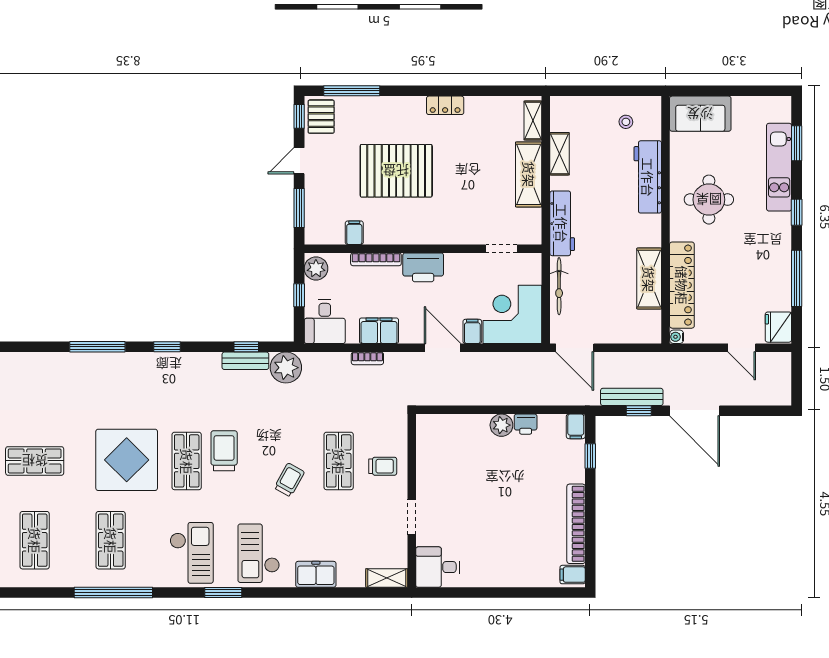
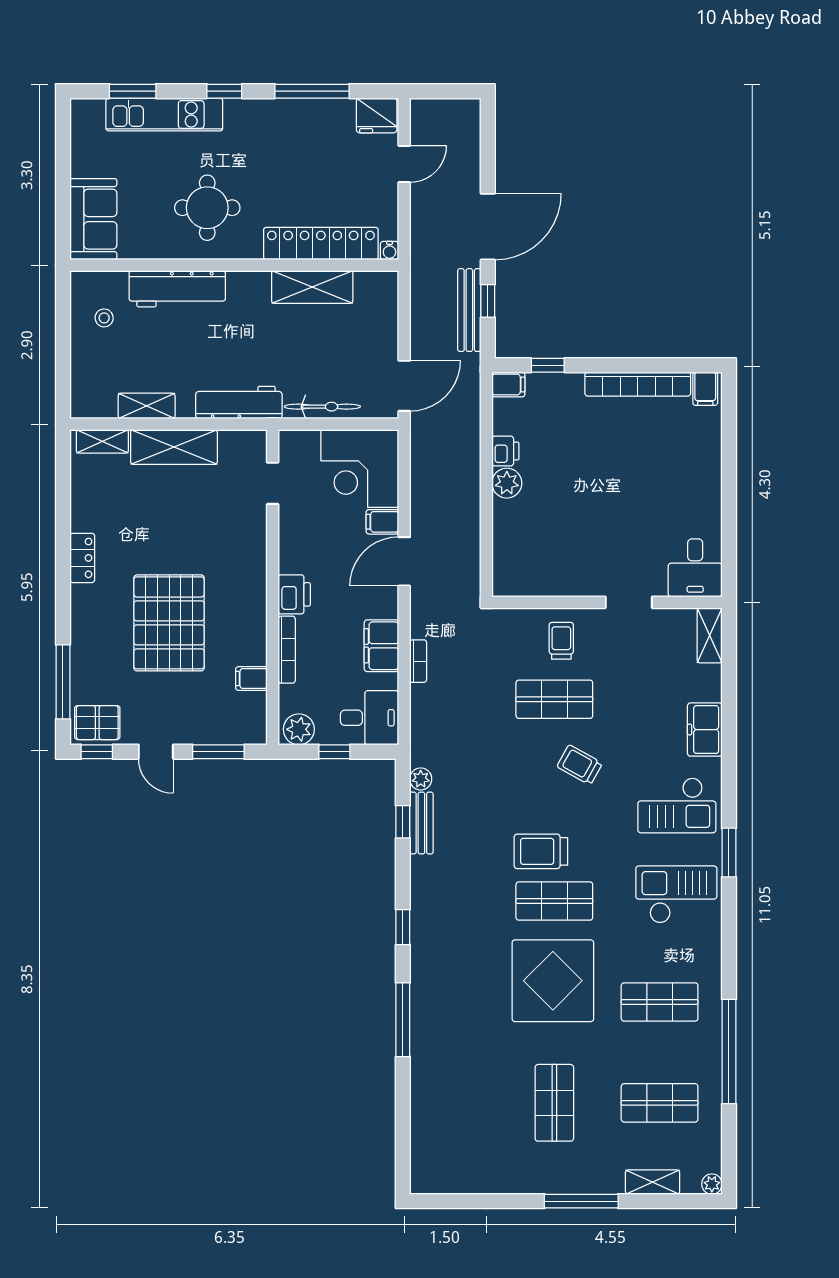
printer: (423, 267) -> (294, 594), width x0.73, depth x0.84
plant: (286, 368) -> (421, 779), width x0.53, depth x0.53
window: (113, 592) -> (729, 1051), moved

